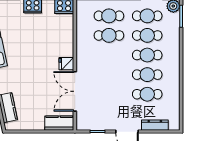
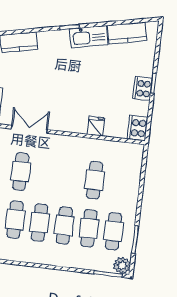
cafe table: (109, 16) -> (21, 171), moved
fridge: (66, 64) -> (96, 126), moved
double door: (75, 91) -> (29, 129), width x0.73

